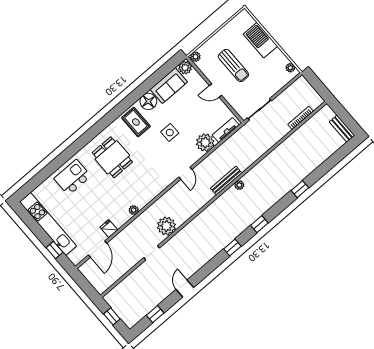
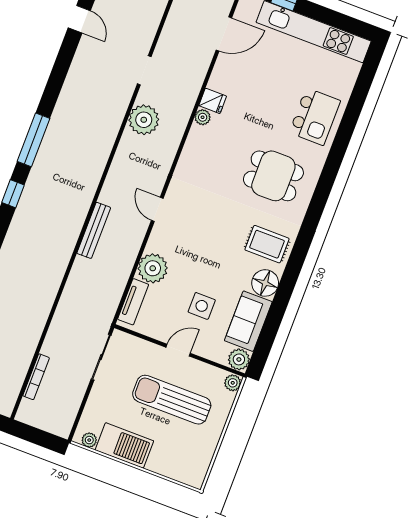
barbecue: (260, 40) -> (124, 445), moved
sun lounger: (233, 65) -> (172, 400), width x1.36, depth x1.34
side table: (170, 132) -> (202, 306), moved
plant: (239, 185) -> (72, 234), removed
fridge: (109, 229) -> (213, 101), moved
window: (232, 248) -> (33, 140), width x2.17
door: (98, 249) -> (224, 34), swing flipped
door: (185, 288) -> (79, 19), moved

